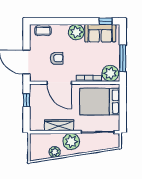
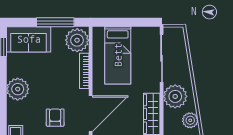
sofa: (100, 33) -> (29, 39), moved, turned 90
bed: (100, 102) -> (118, 55), width x0.67

